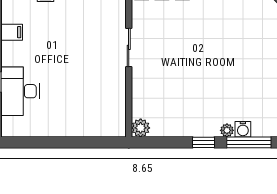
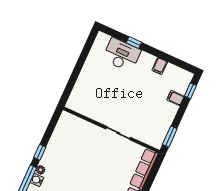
plant: (141, 128) -> (66, 118), removed

